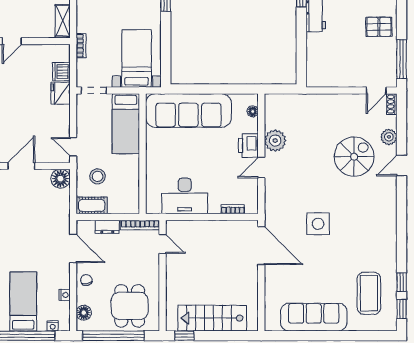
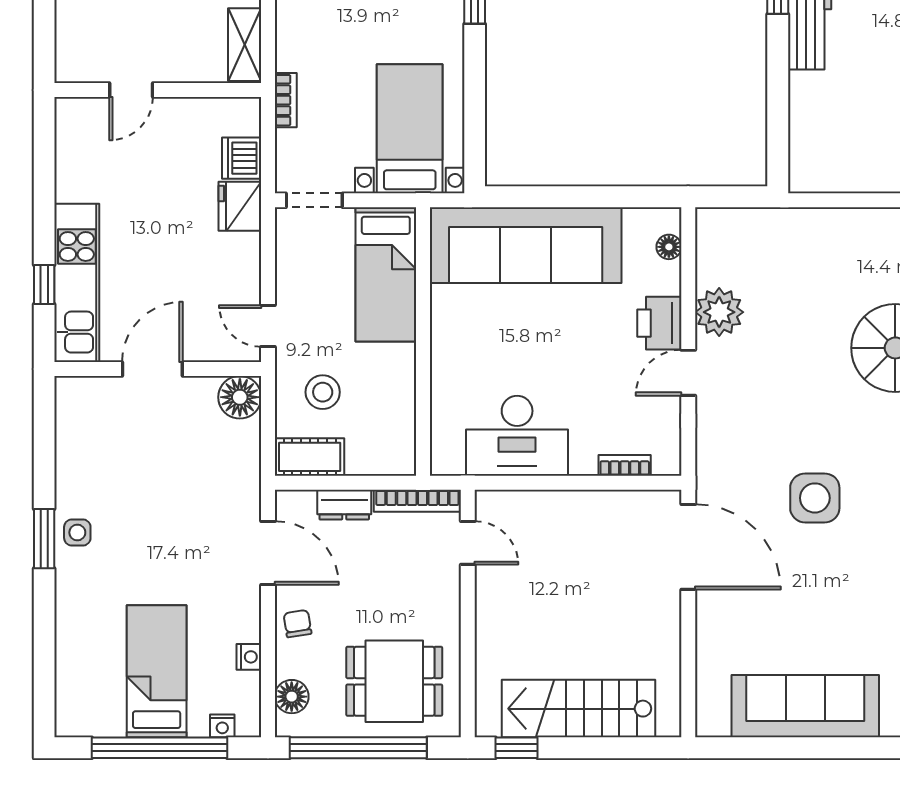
dining table: (130, 306) -> (394, 681), turned 90

